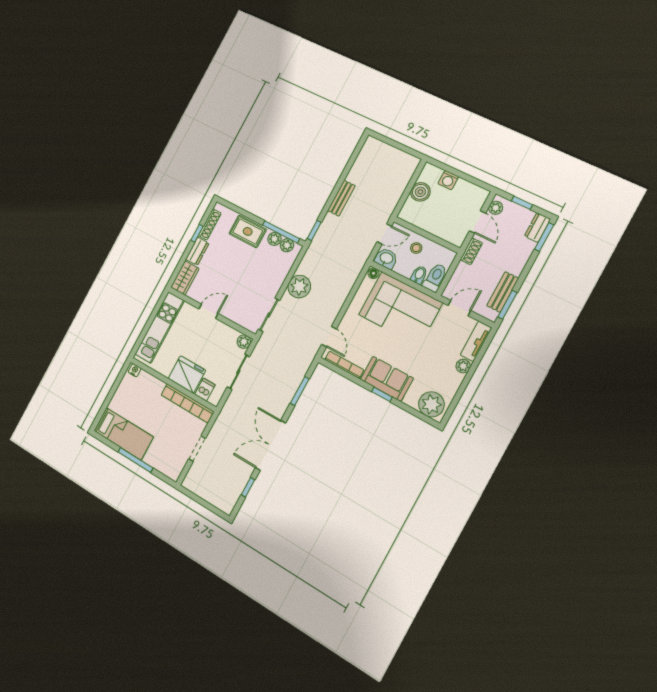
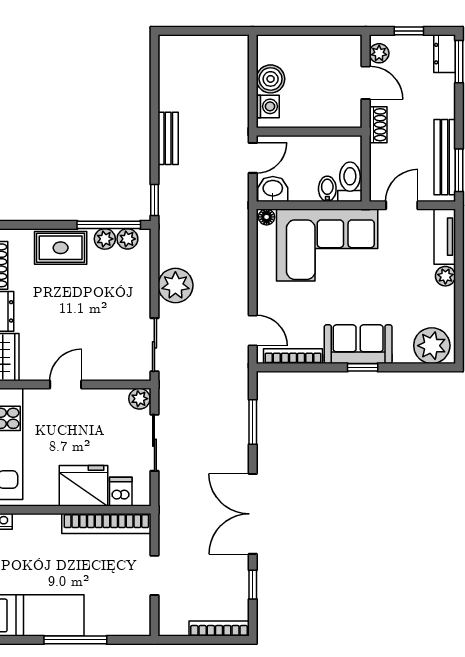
washing machine: (448, 180) -> (268, 106), moved, turned -90
stool: (416, 248) -> (305, 156), removed
bench: (503, 292) -> (445, 157), width x1.36
bookcase: (215, 501) -> (219, 629), added

